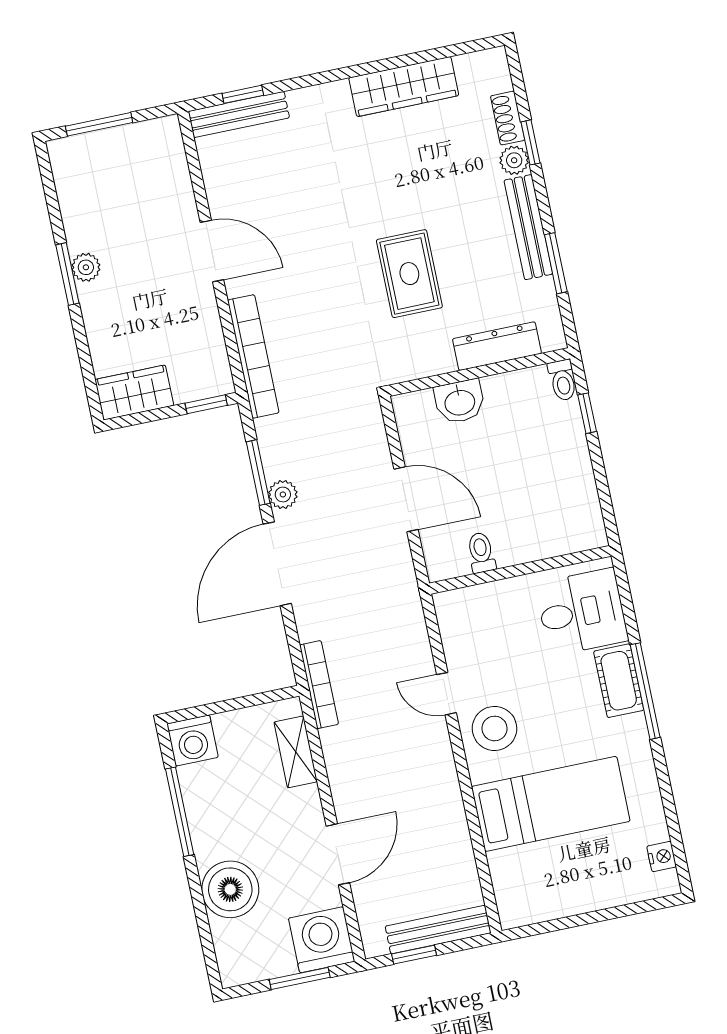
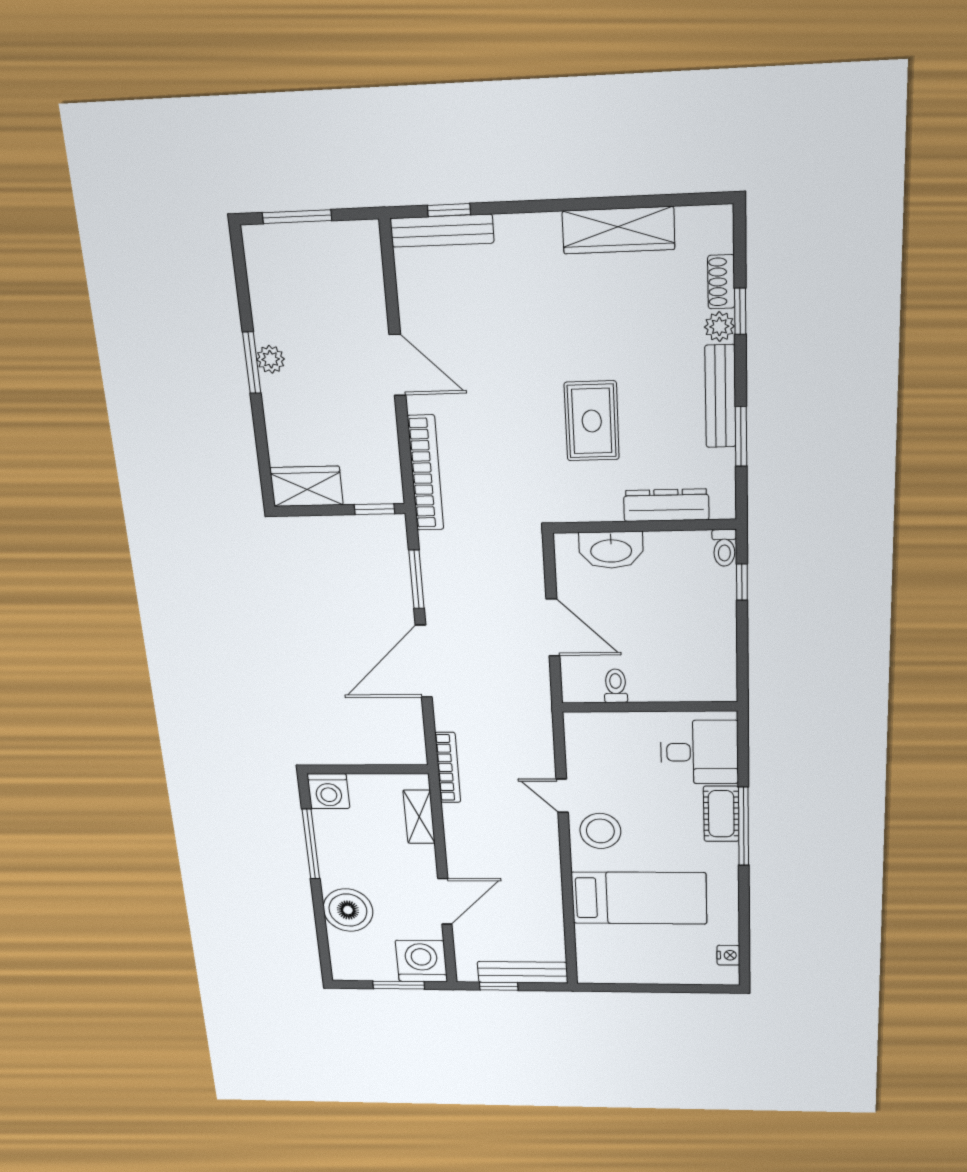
washbasin: (460, 402) -> (611, 550), width x1.38
plant: (283, 494) -> (437, 603), removed

